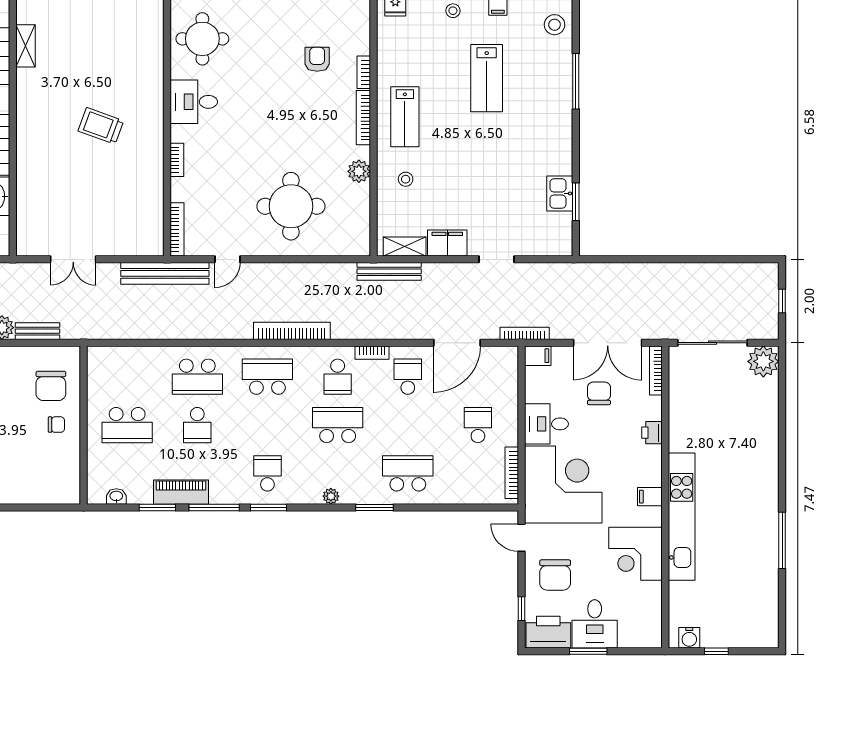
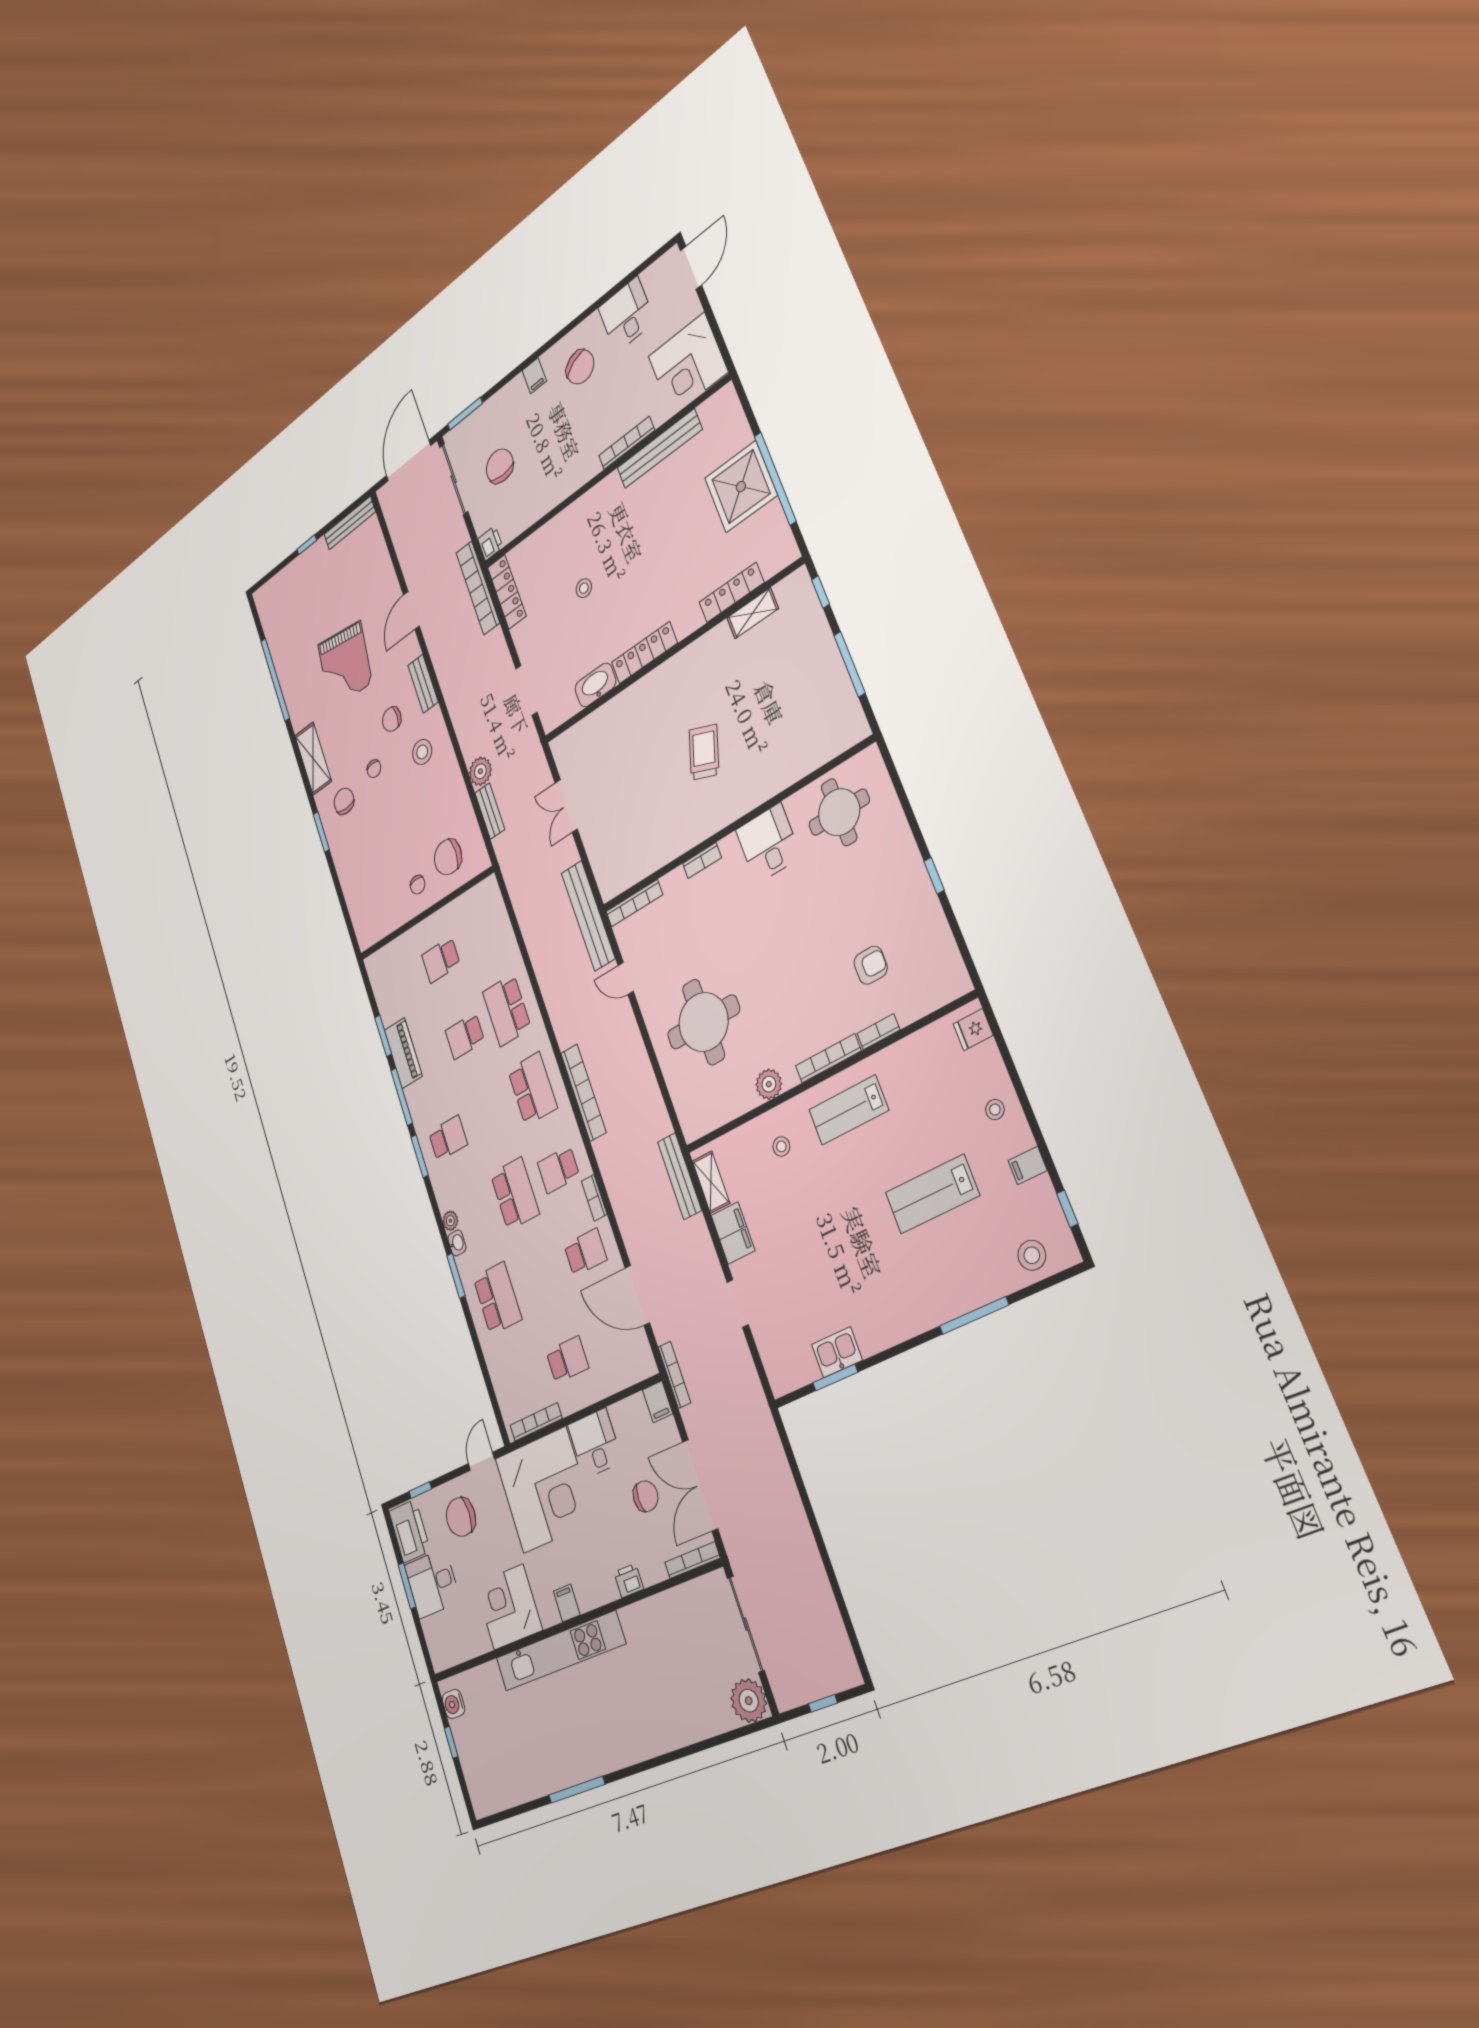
school desk: (127, 425) -> (441, 960), width x0.54
washbasin: (116, 496) -> (457, 1243), moved

